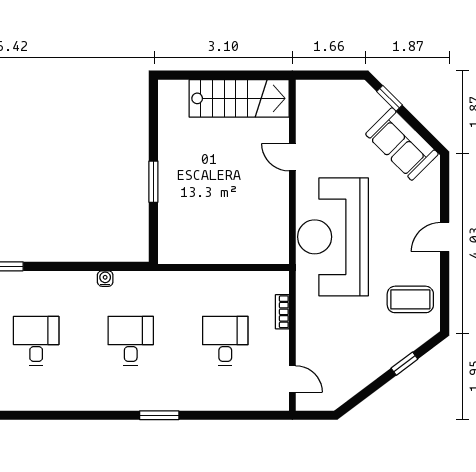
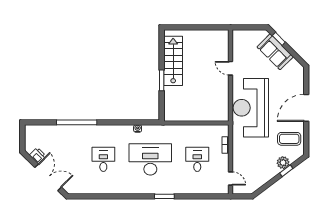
stairs: (239, 98) -> (173, 61), moved, turned -90
sofa: (402, 144) -> (275, 52), moved
door: (445, 237) -> (306, 108), width x1.88
desk: (131, 341) -> (150, 159), width x1.87, depth x1.30
plant: (398, 347) -> (283, 163), added

